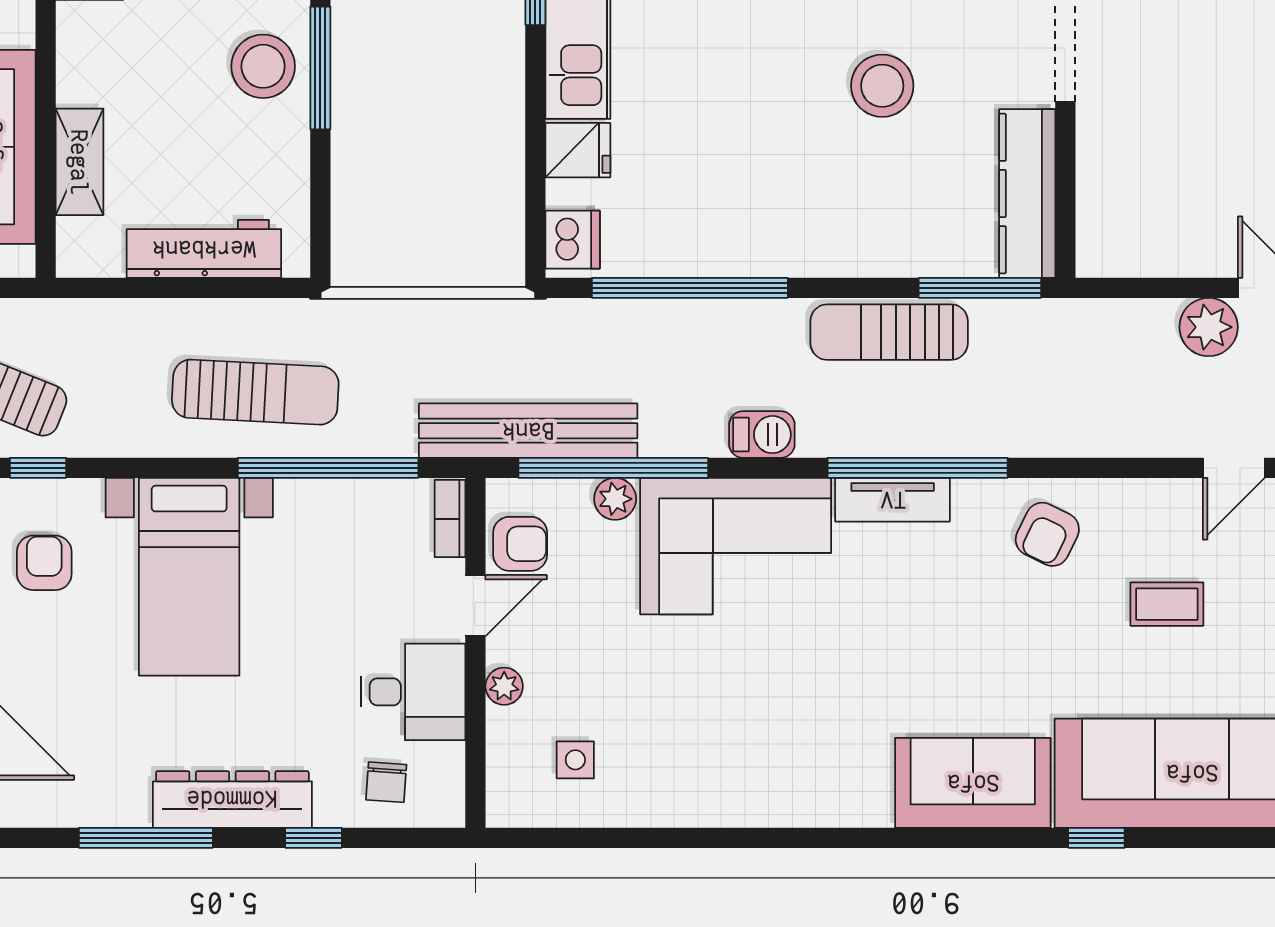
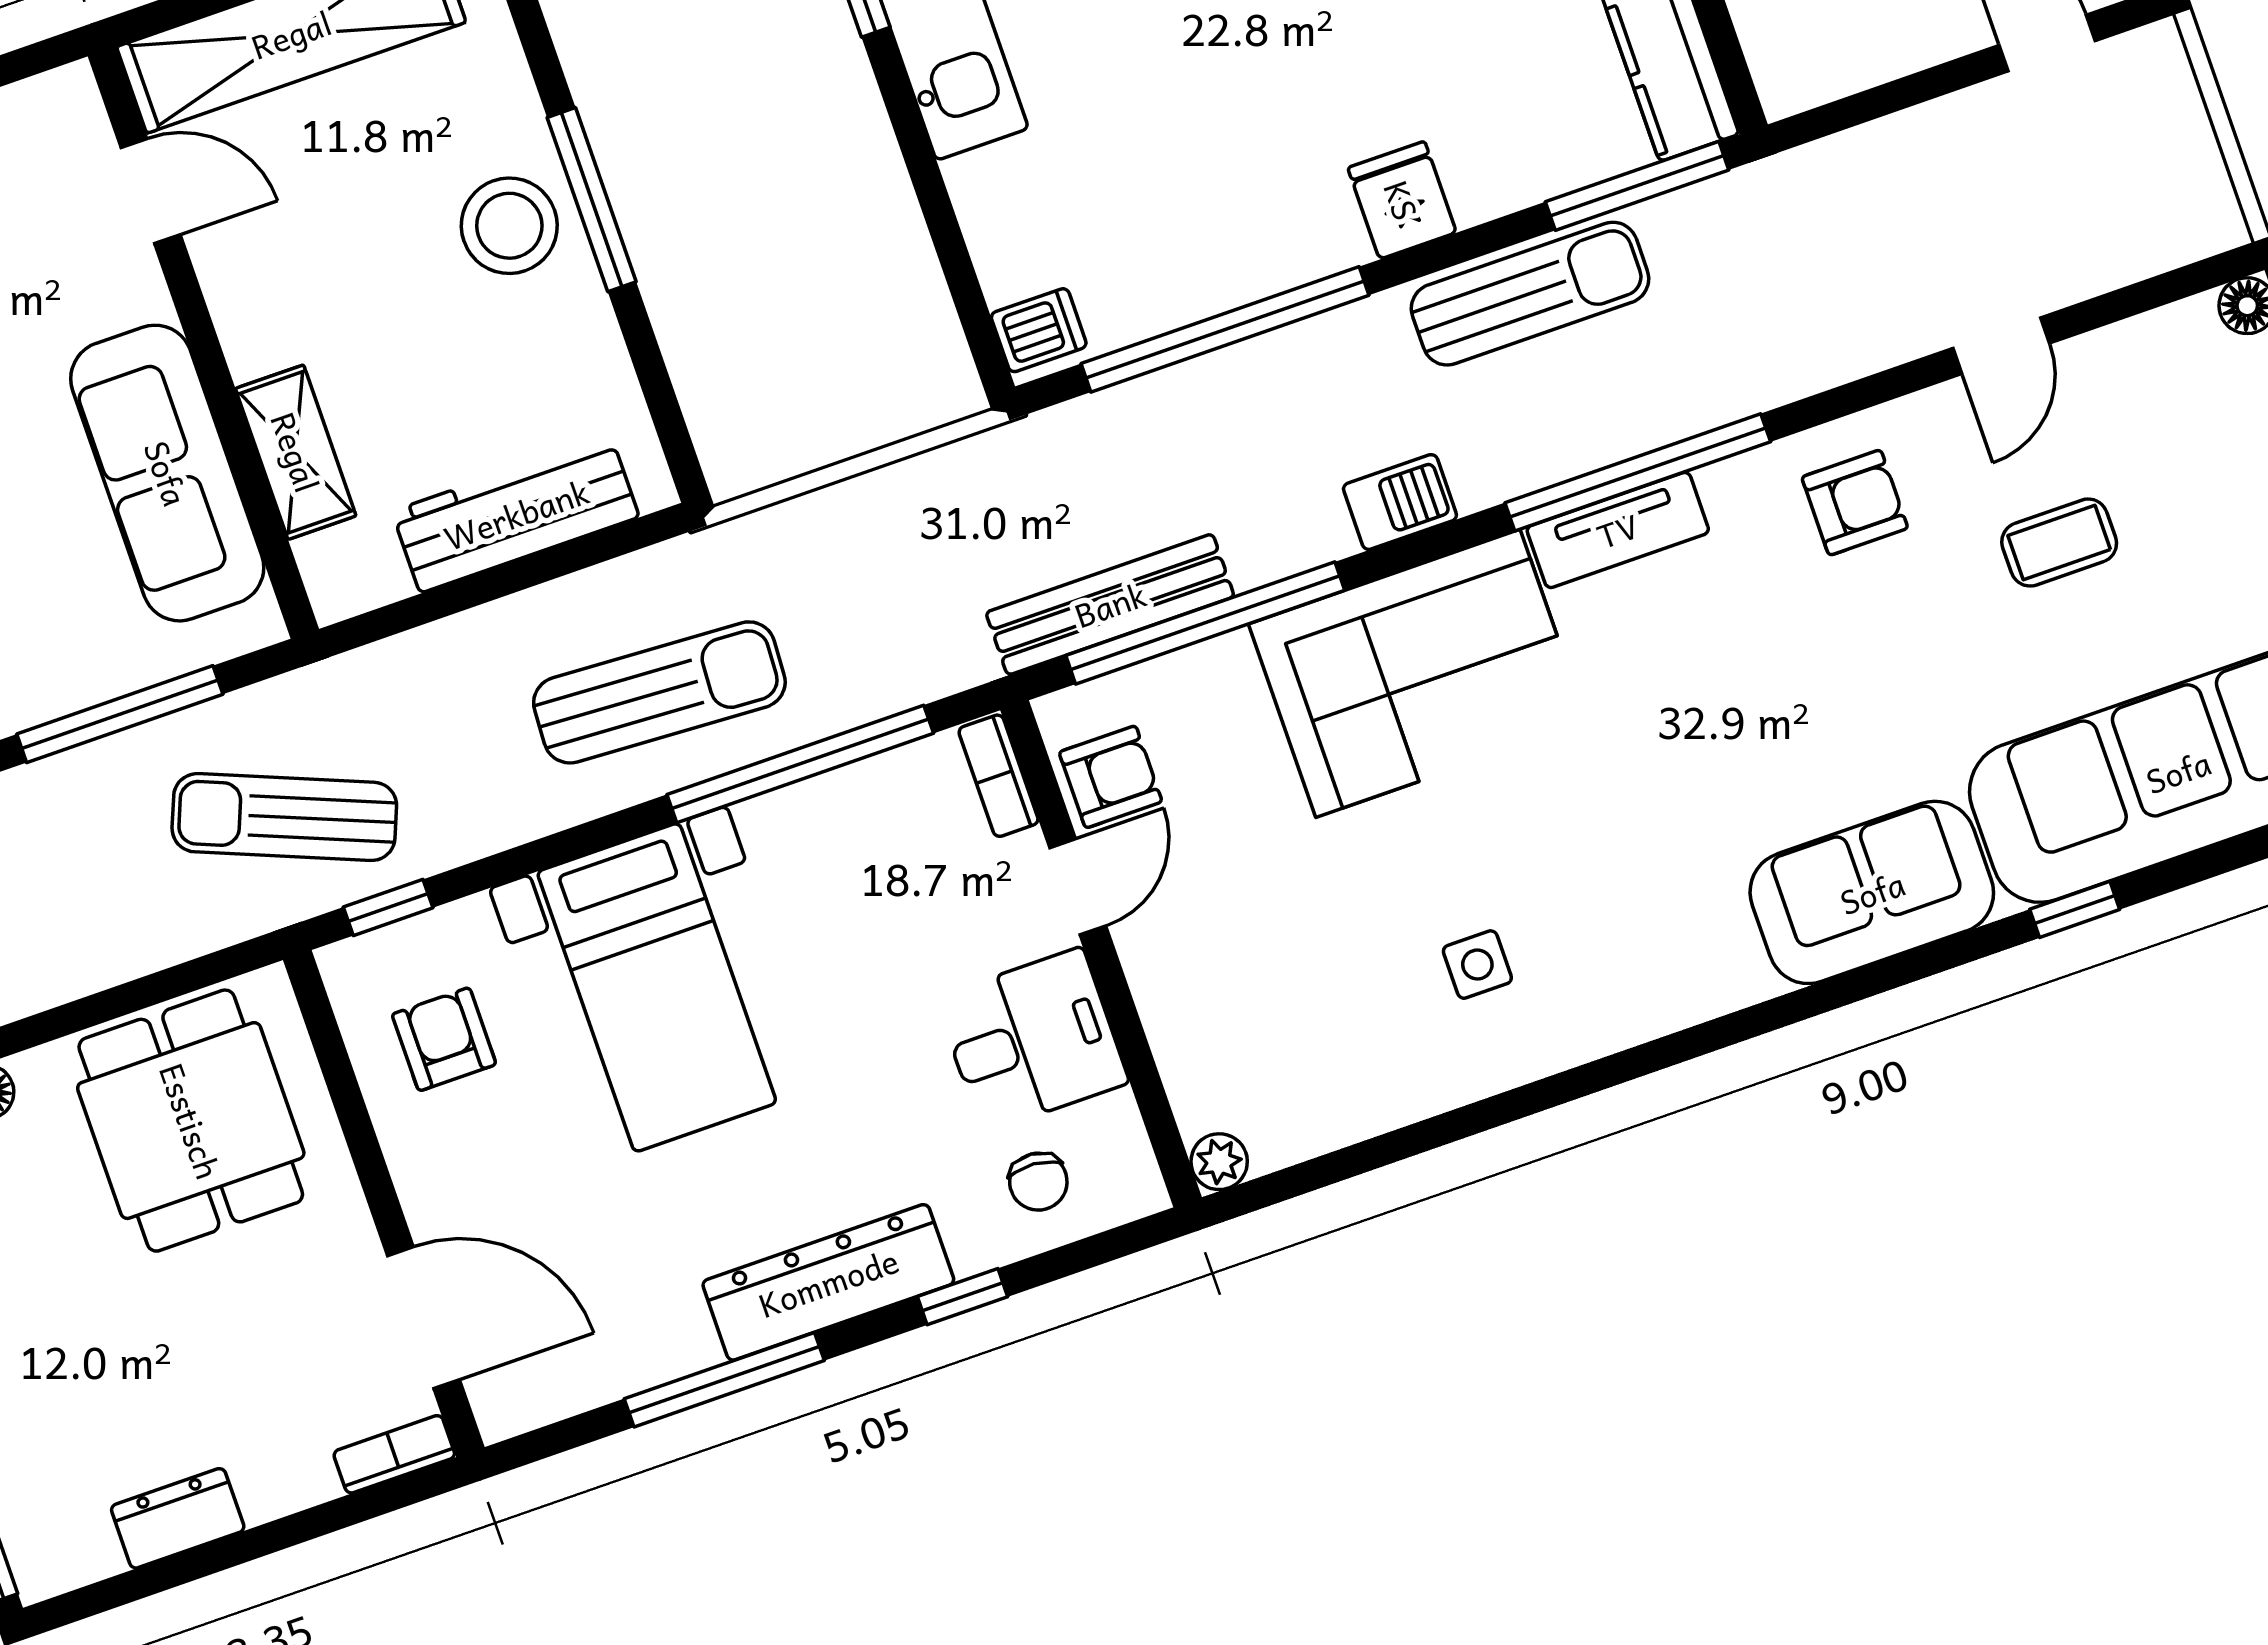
fridge: (578, 150) -> (1402, 200), moved, turned -90
dishwasher: (573, 240) -> (1039, 330), width x0.73
plant: (1209, 327) -> (1981, 128), removed
sun lounger: (889, 332) -> (1530, 294), turned 180
bench: (528, 431) -> (1110, 604), width x0.73, depth x0.82
door: (1234, 468) -> (2001, 346), moved
plant: (615, 499) -> (1223, 666), removed
armchair: (1047, 534) -> (1855, 503), turned -116
plant: (504, 686) -> (1219, 1162), moved
side table: (575, 760) -> (1477, 965), moved

